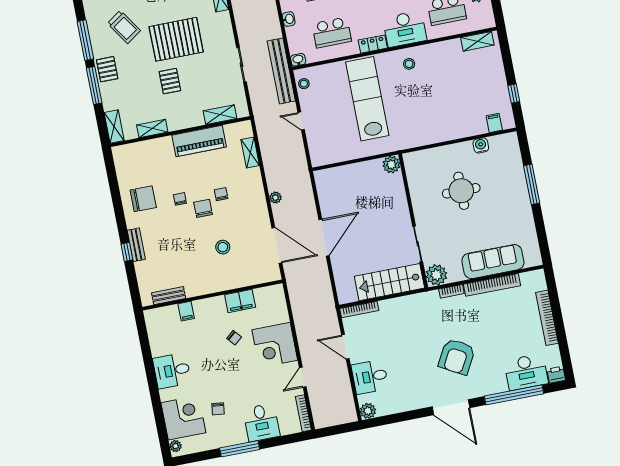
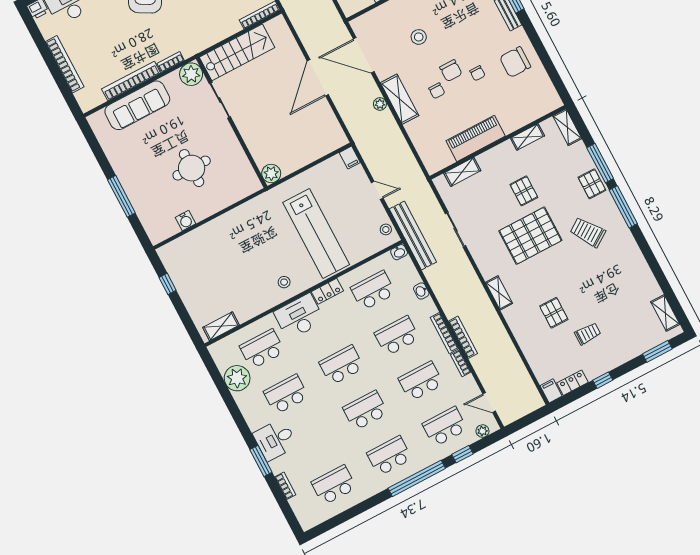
filing cabinet: (494, 123) -> (350, 158), moved
shelving: (250, 153) -> (400, 99), moved, width x1.50, depth x1.33

